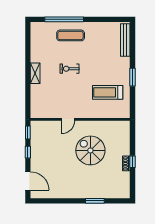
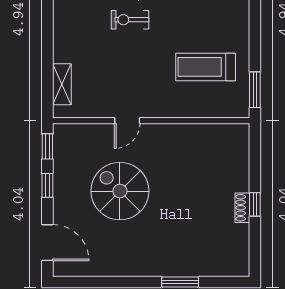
shelving: (35, 73) -> (62, 84), moved
window: (132, 77) -> (255, 90), moved
spiral stairs: (90, 150) -> (120, 191), moved

